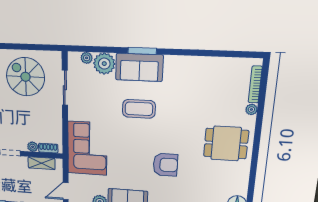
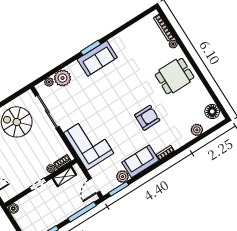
window: (142, 51) -> (91, 48), moved
sofa: (139, 67) -> (97, 58), moved
sliding door: (65, 88) -> (47, 111), width x1.37
coffee table: (139, 109) -> (104, 92), removed

